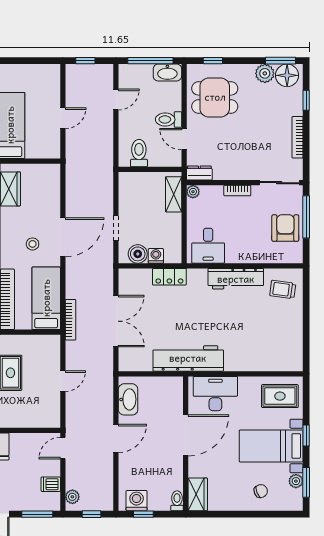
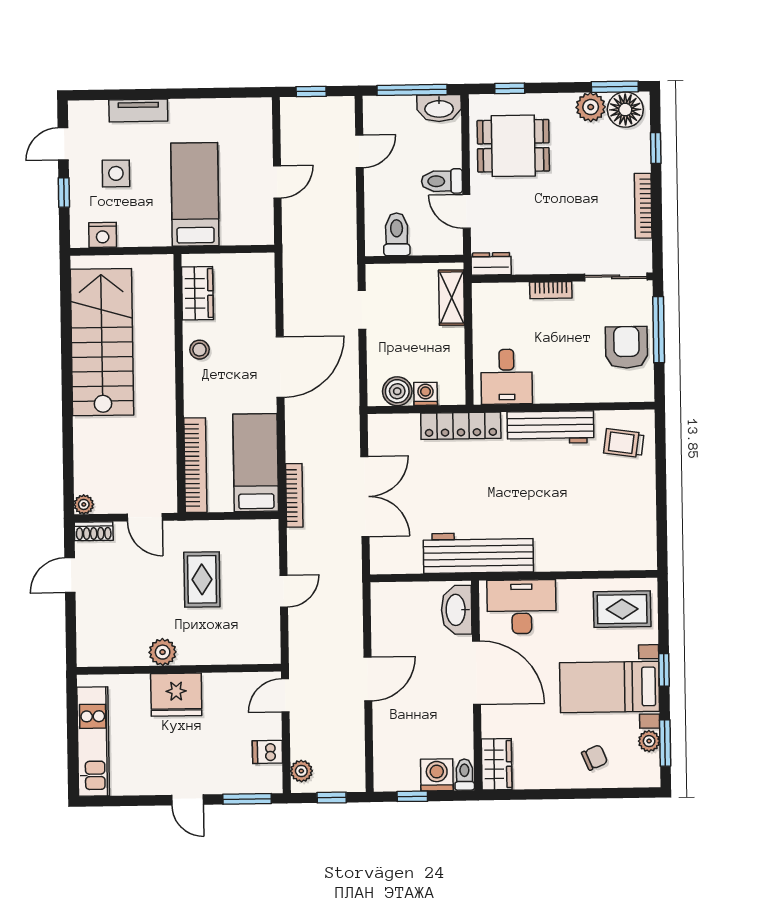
plant: (193, 192) -> (482, 293), removed
doorway: (116, 228) -> (362, 310), moved
stool: (33, 244) -> (199, 350), moved
locker: (169, 277) -> (461, 426), width x1.53
washbasin: (128, 399) -> (457, 610), moved, turned 180
door: (186, 435) -> (476, 673), hinge flipped
washing machine: (137, 501) -> (437, 775), moved

